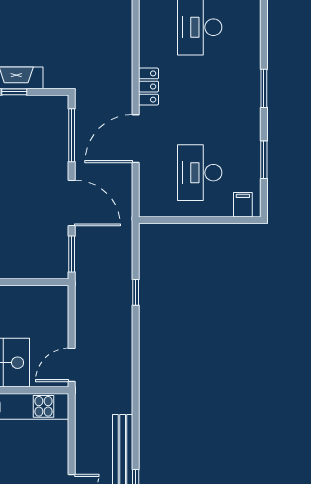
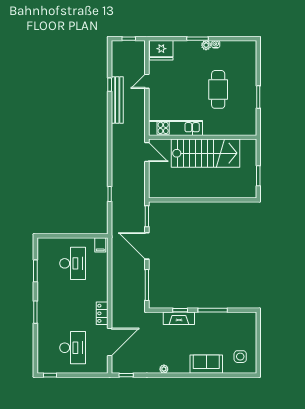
door: (136, 139) -> (110, 342), moved
filing cabinet: (243, 205) -> (100, 245), moved
door: (72, 365) -> (147, 152), hinge flipped

